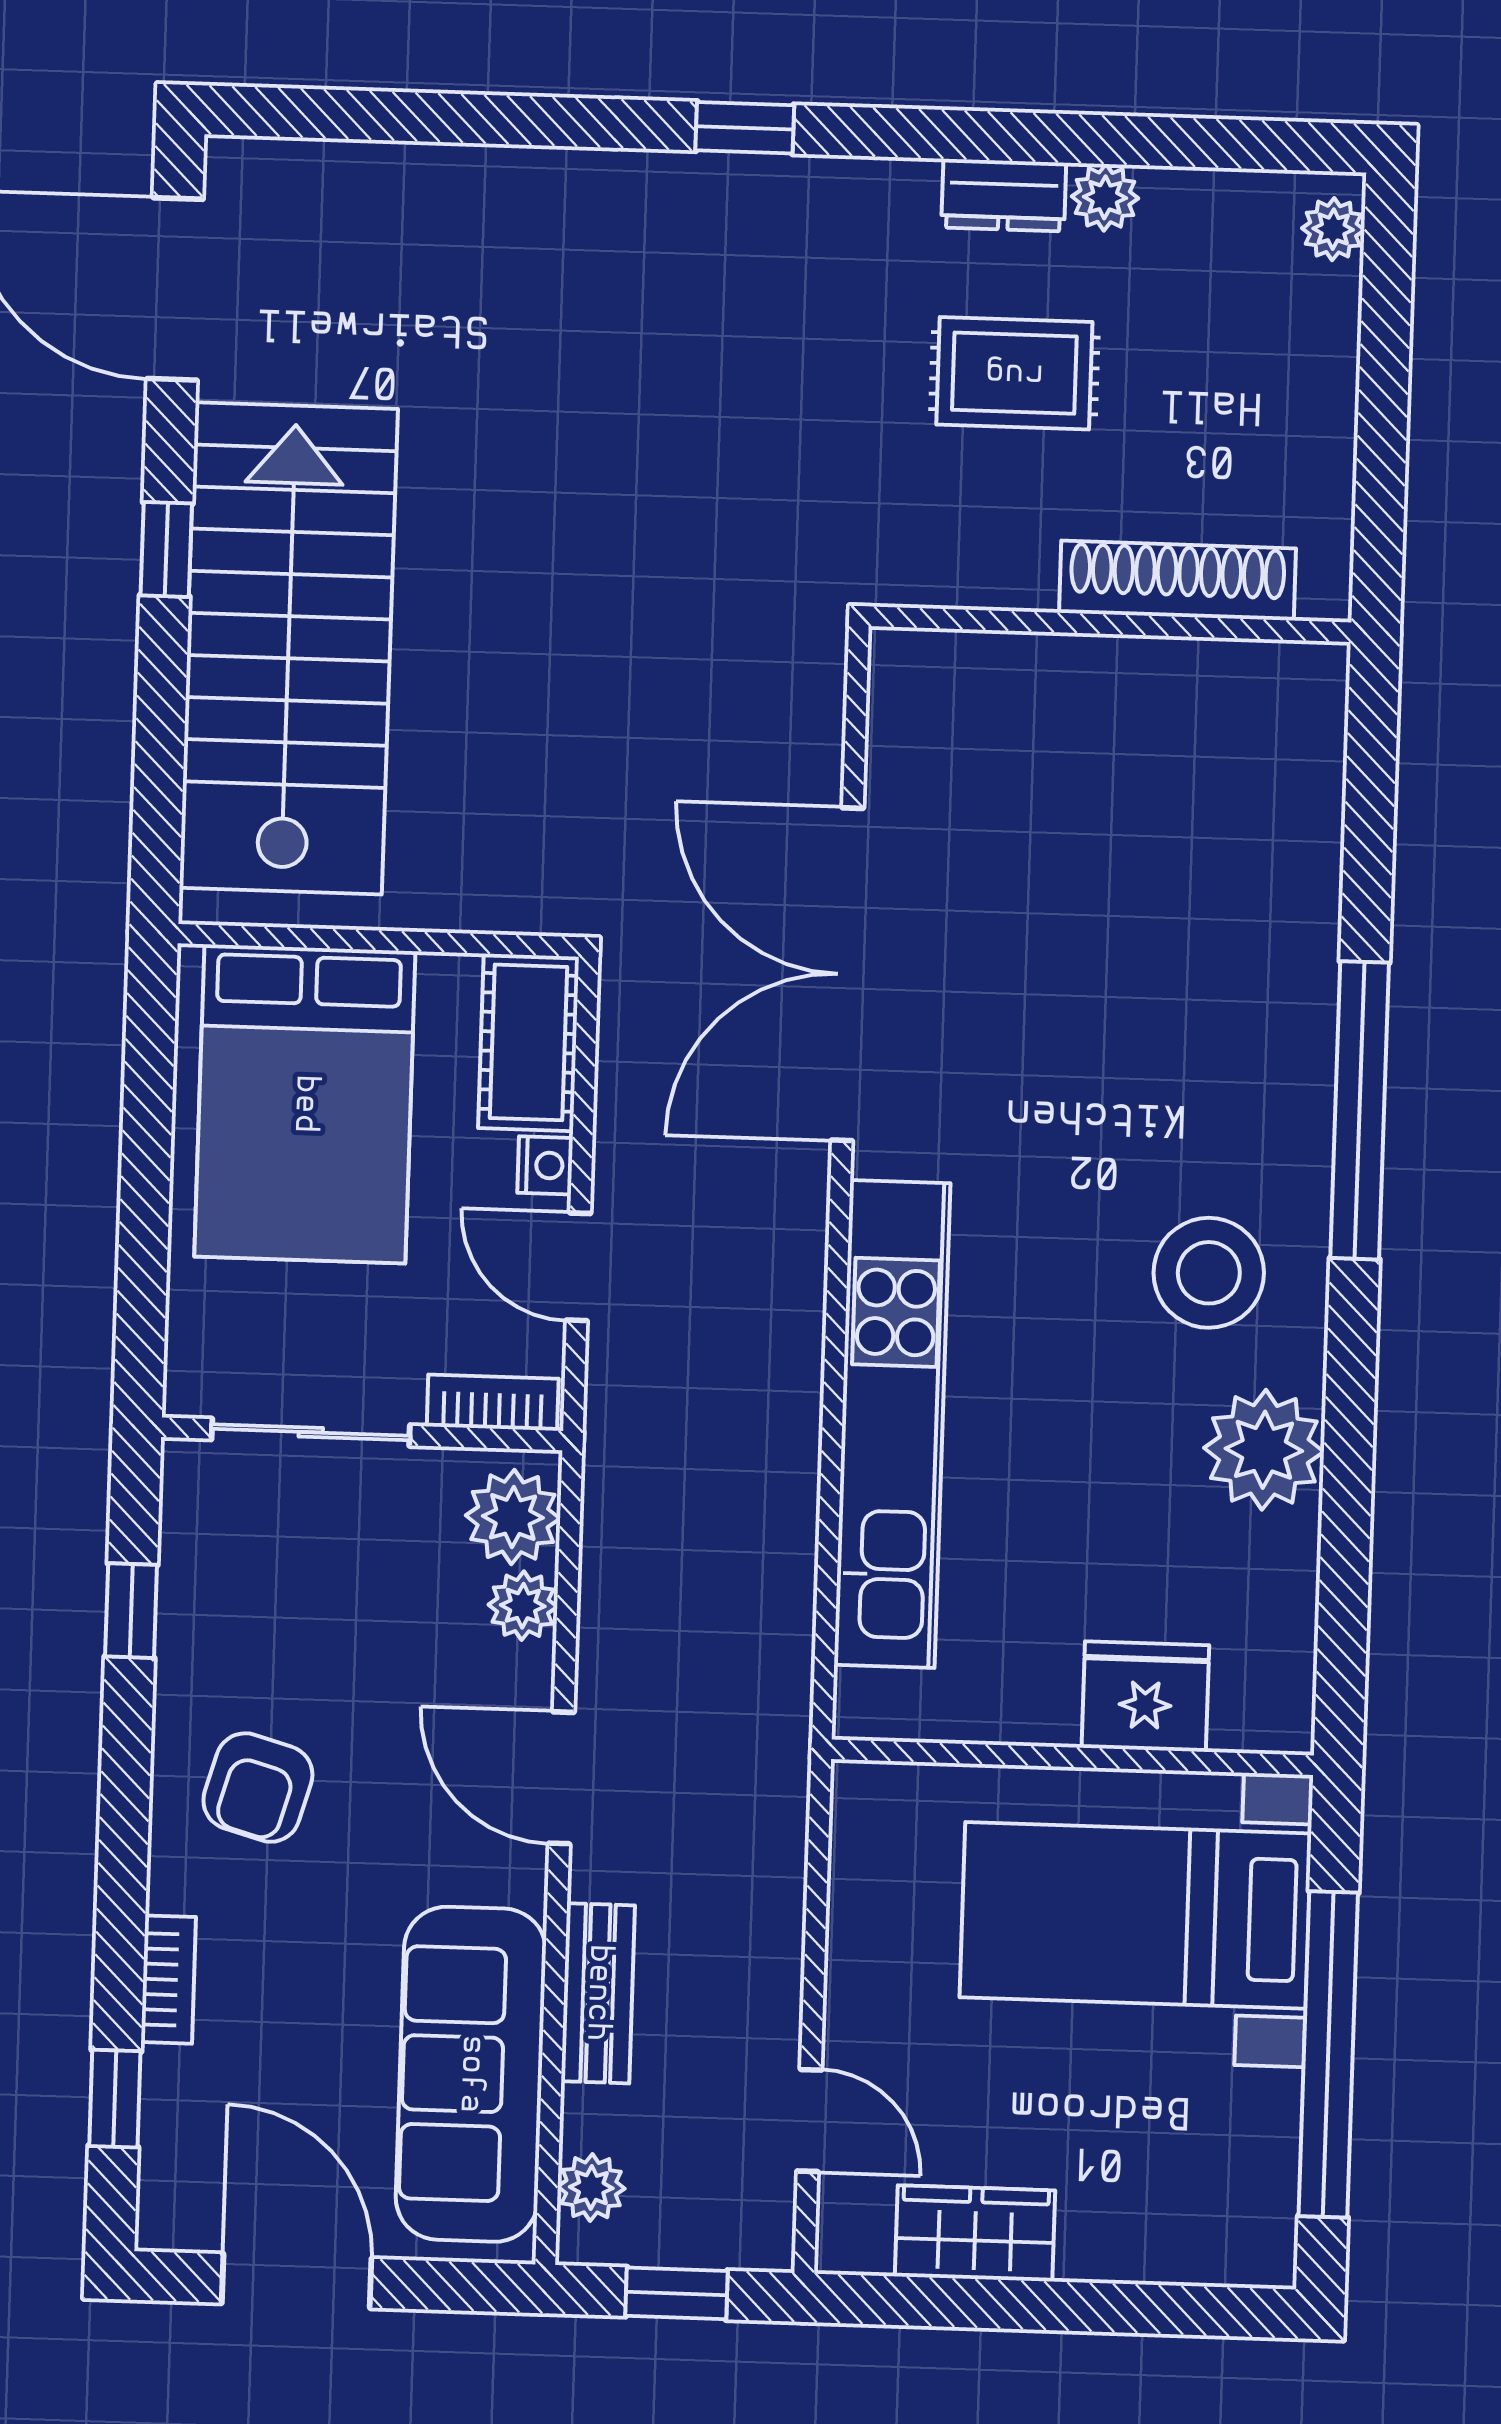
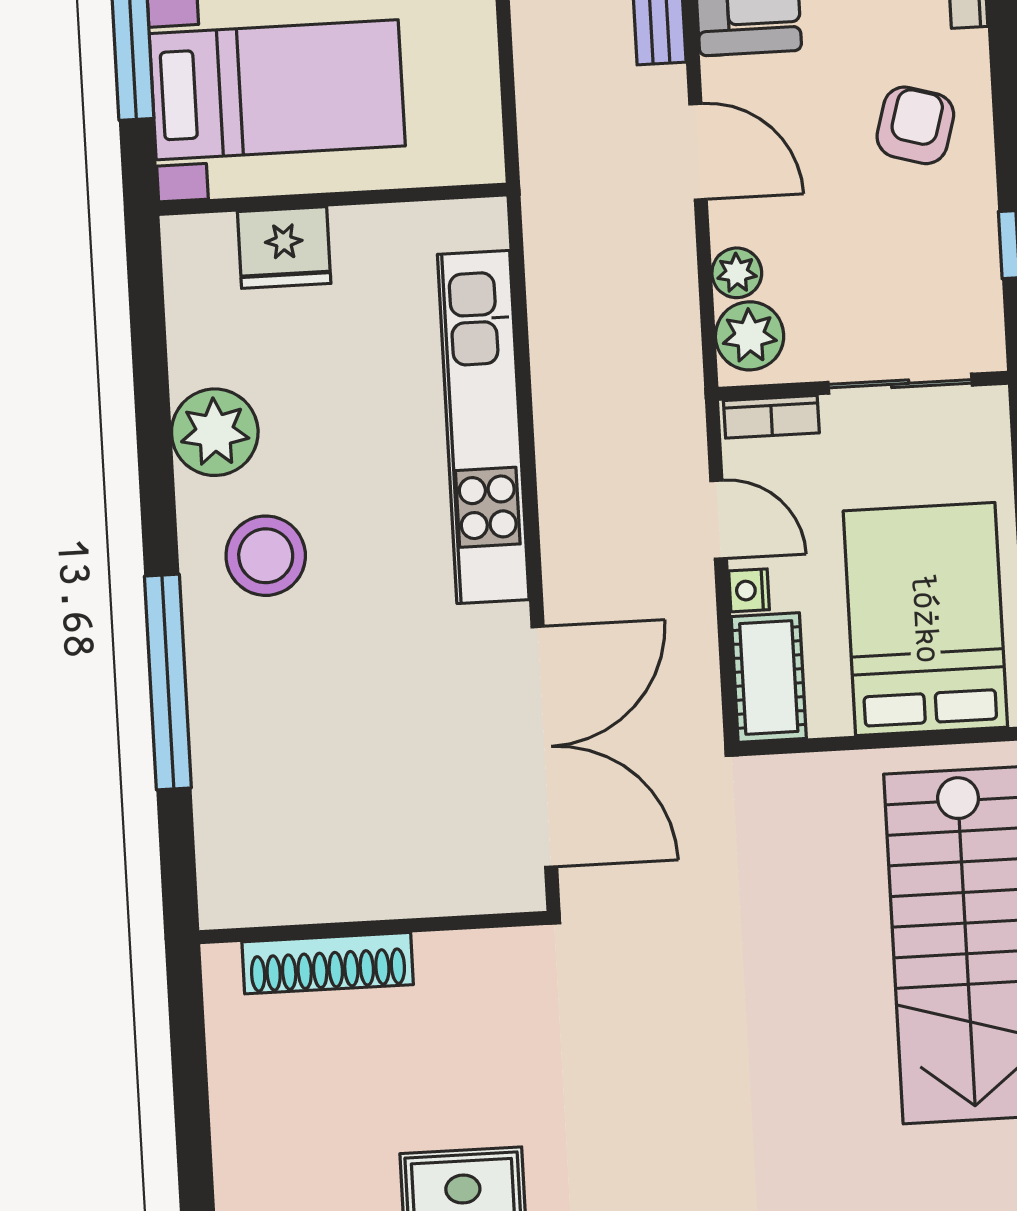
shoe rack: (1177, 581) -> (328, 963), moved
wall: (1110, 624) -> (373, 927), moved

